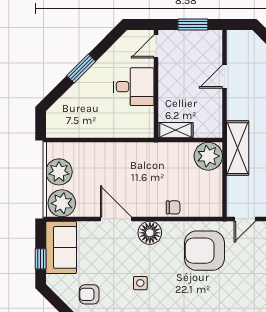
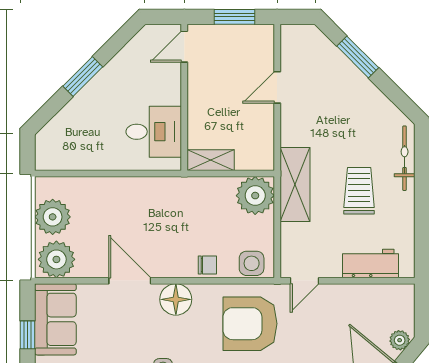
desk: (134, 87) -> (154, 132), moved
side table: (206, 206) -> (252, 263), added

